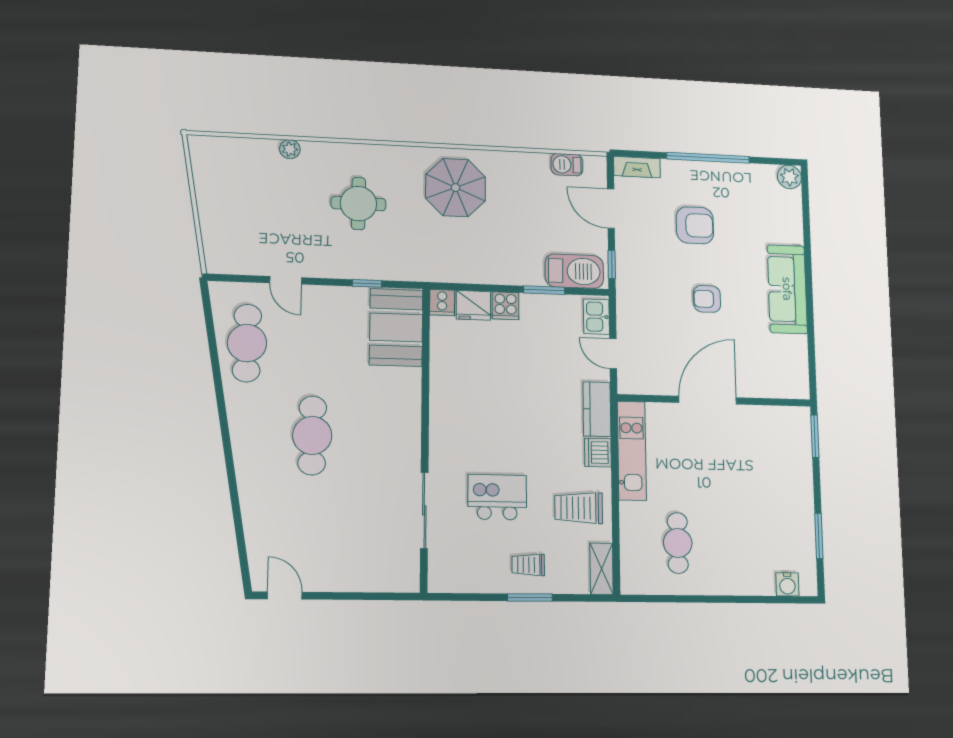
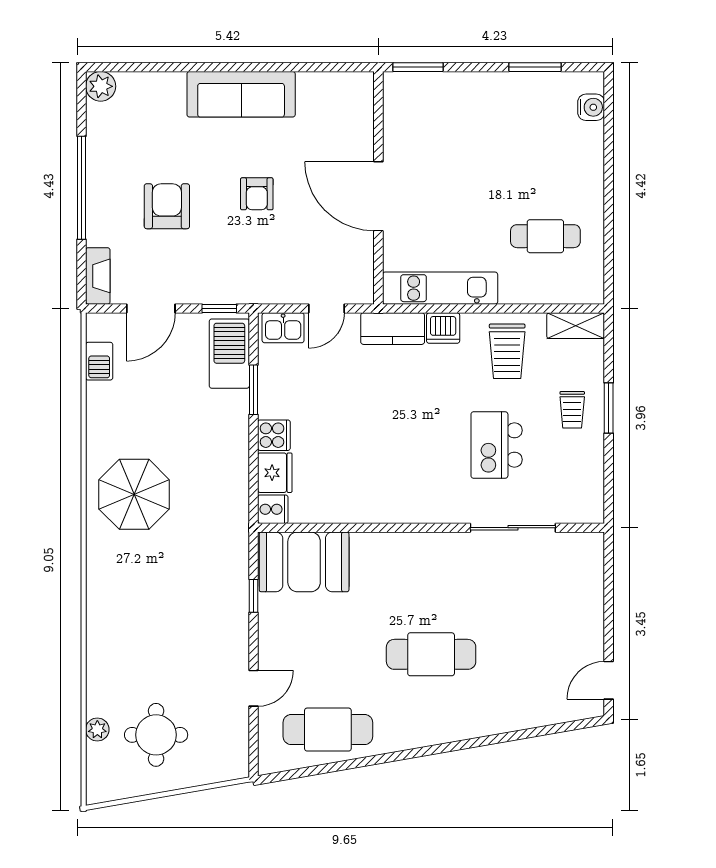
plant: (290, 149) -> (97, 729), moved
round table: (358, 204) -> (156, 735), moved

